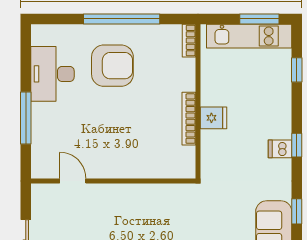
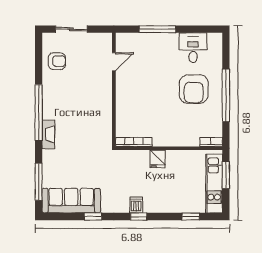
window: (259, 19) -> (226, 175), moved
desk: (52, 74) -> (193, 48), width x0.73
bookcase: (189, 119) -> (134, 142), moved

